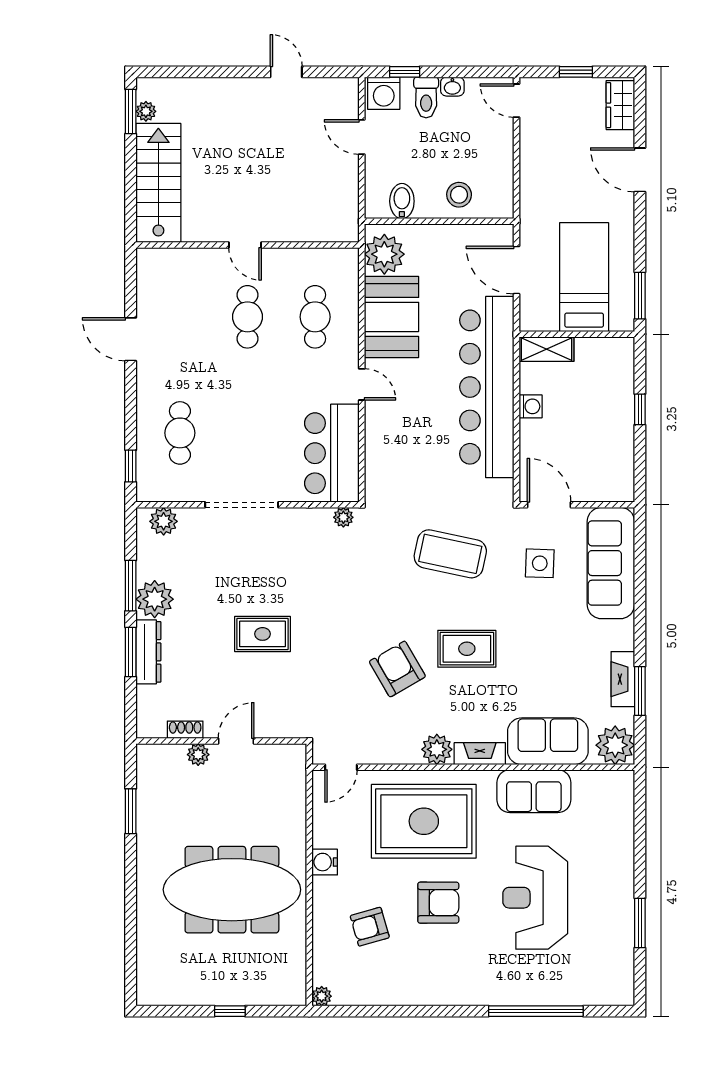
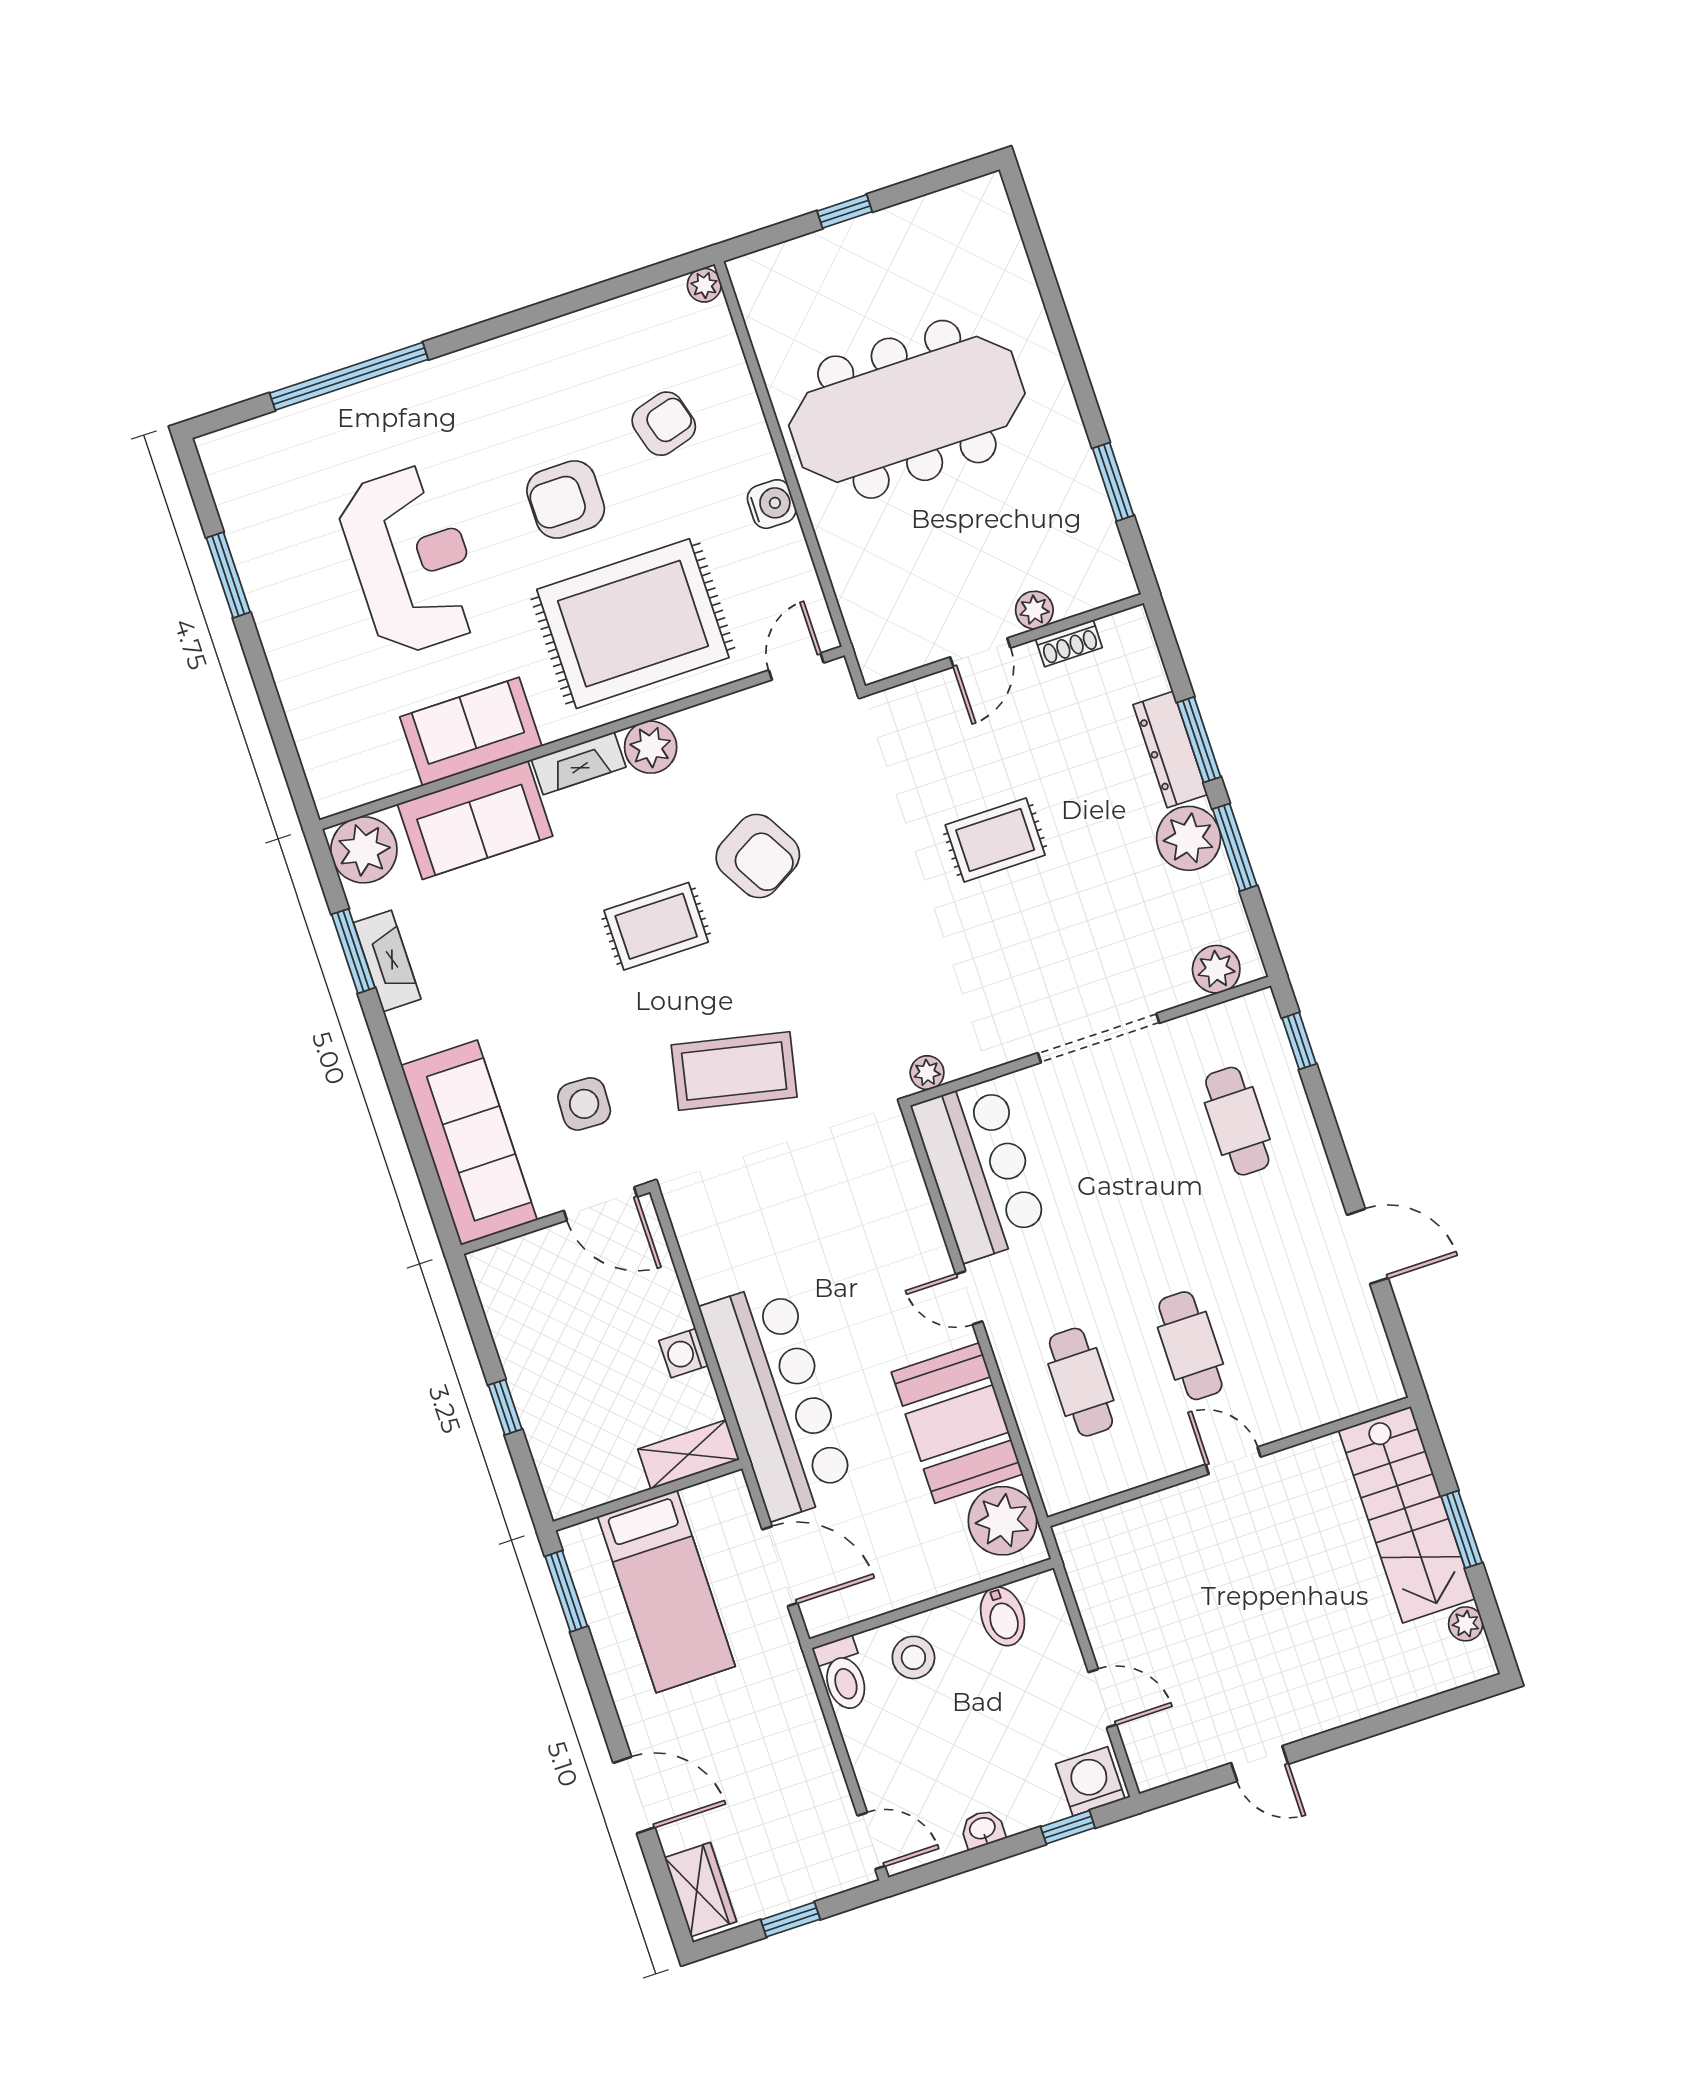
toilet: (426, 97) -> (843, 1674), moved, turned 180
window: (131, 111) -> (1462, 1529), moved
bar counter: (487, 387) -> (778, 1400), width x0.73

